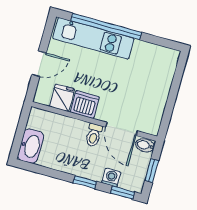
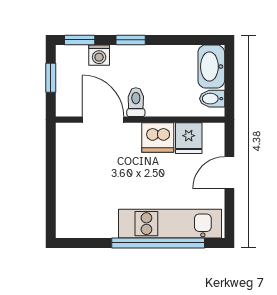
bidet: (145, 145) -> (212, 99), moved, turned 180

